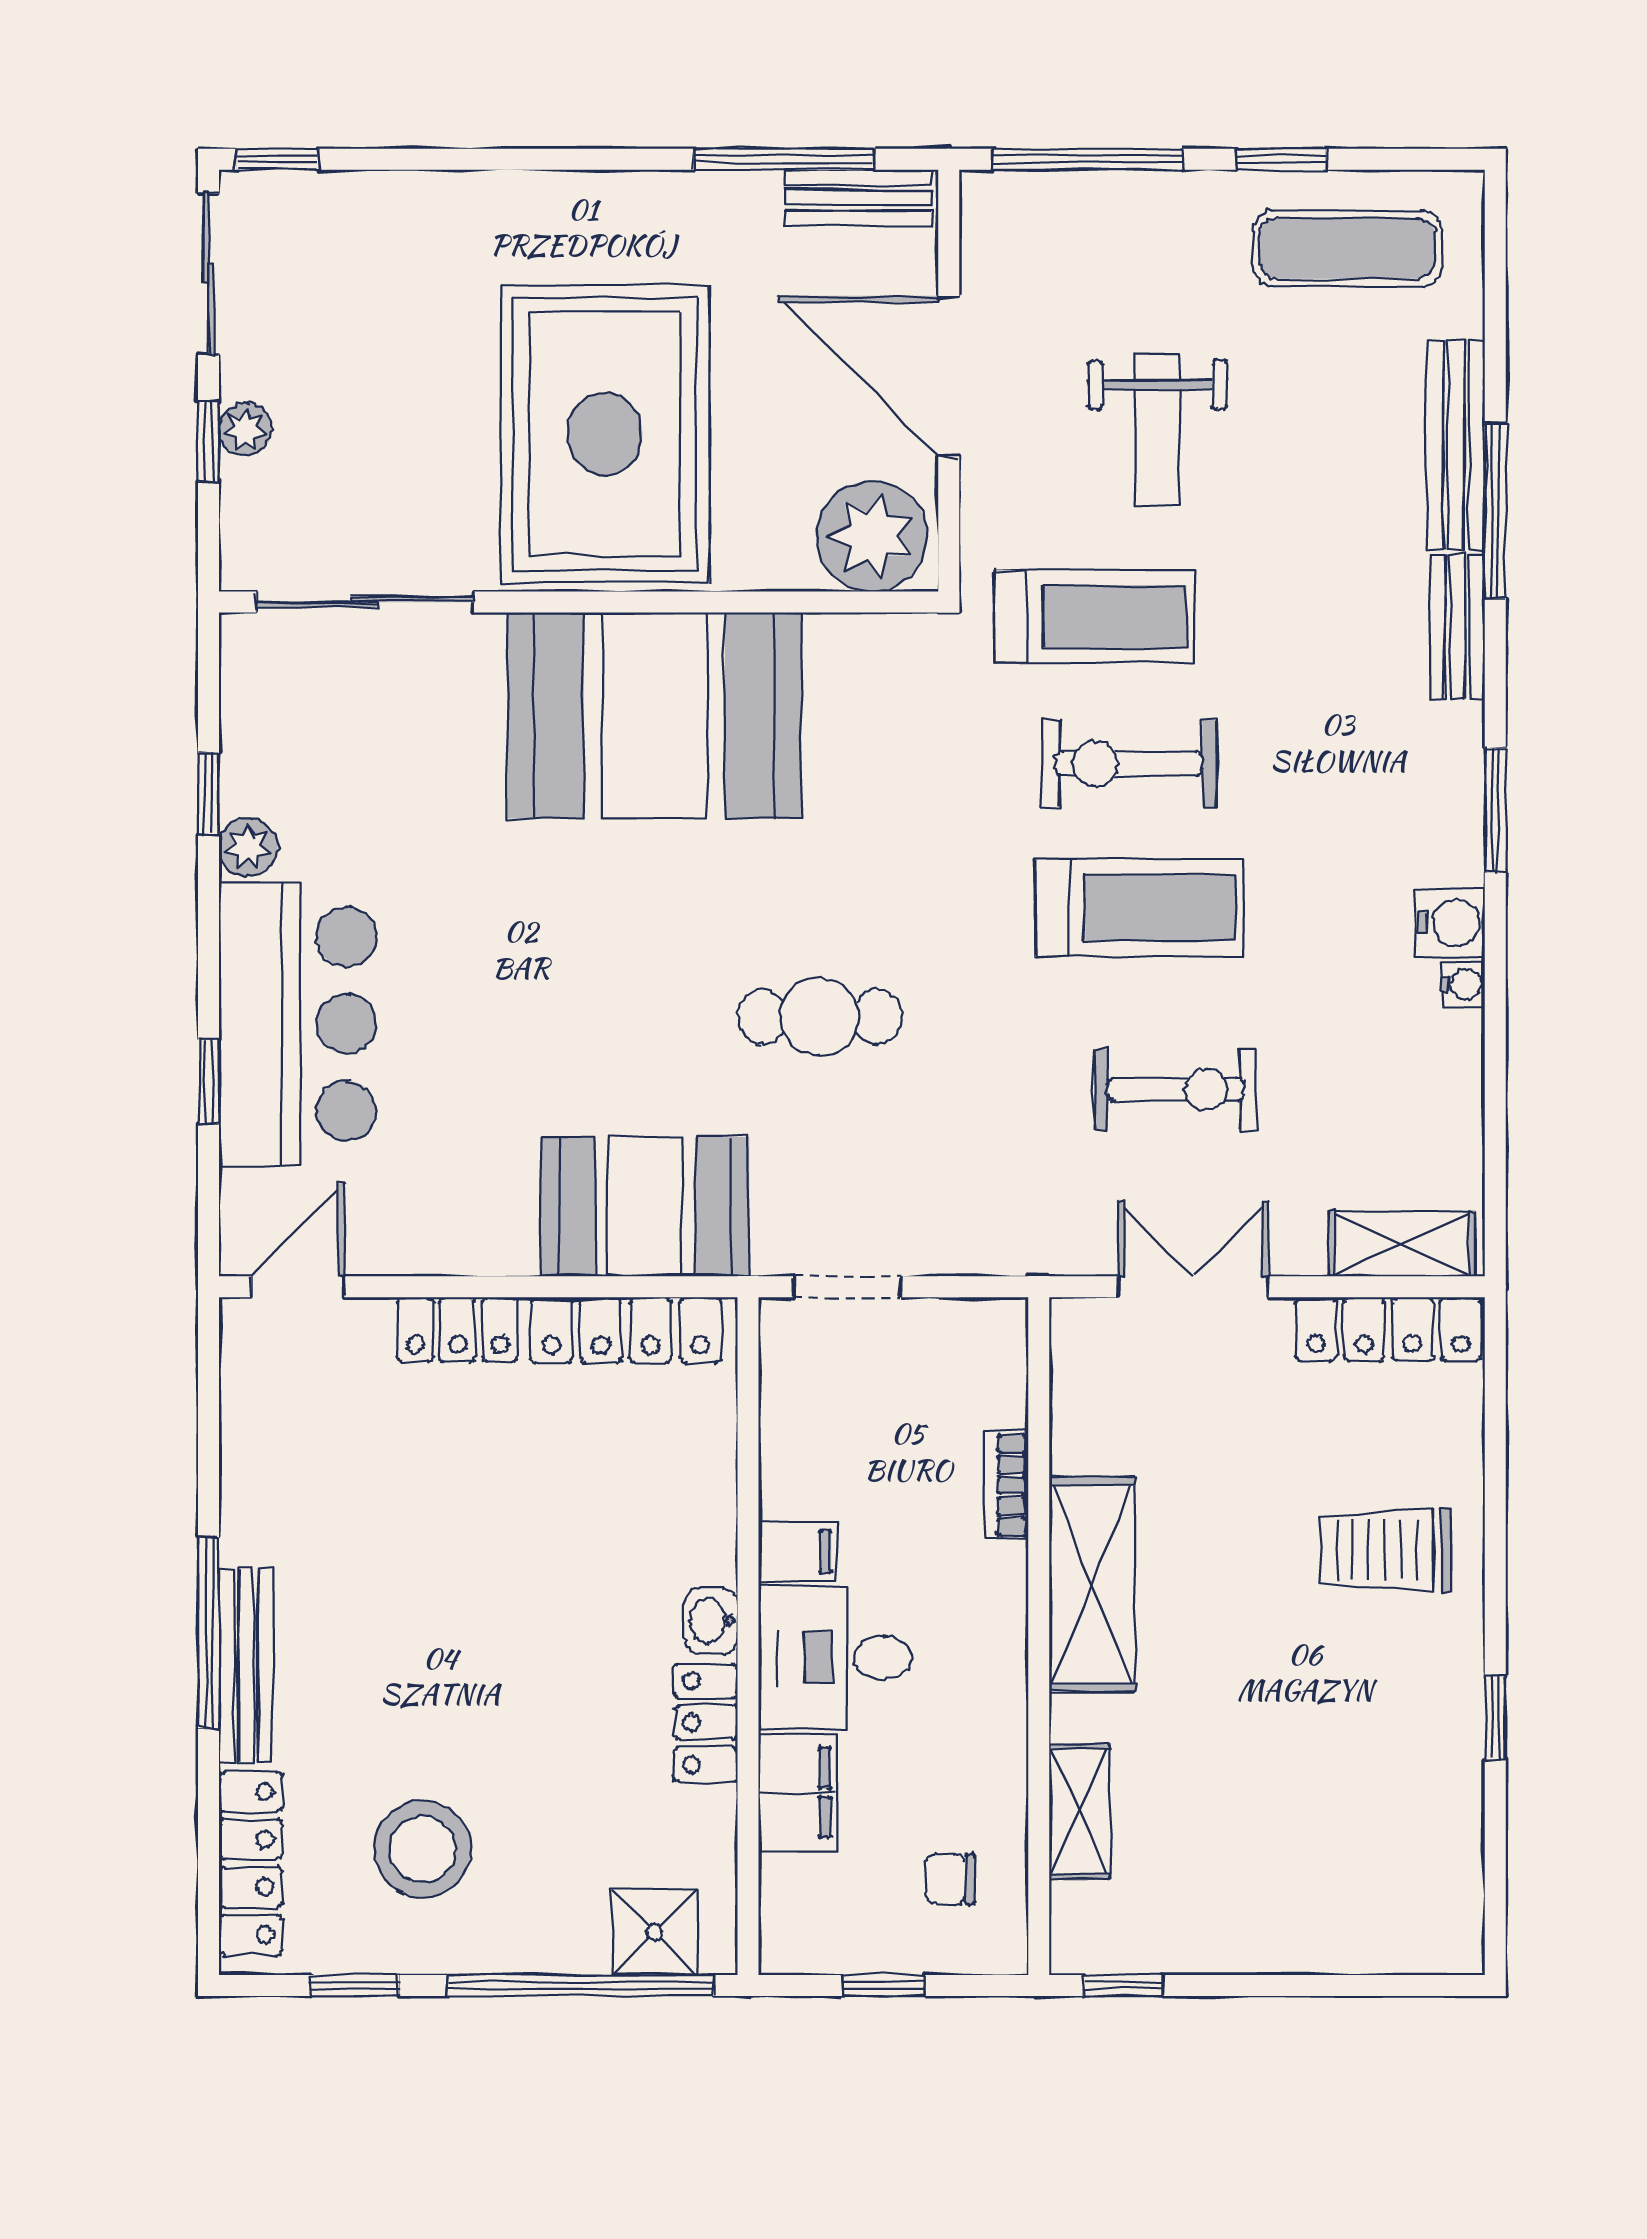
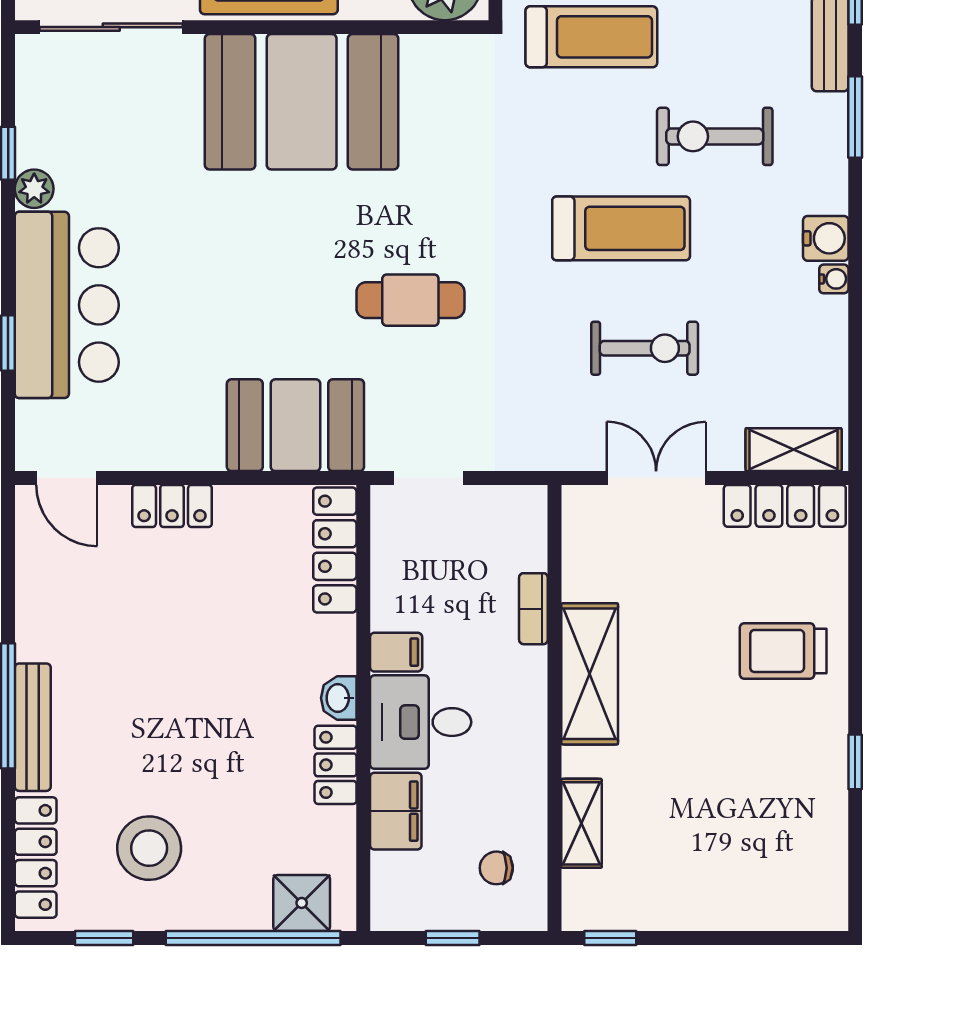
exercise bike: (1129, 764) -> (715, 136), moved
window: (1495, 810) -> (855, 117), moved
door: (298, 1287) -> (67, 478), swing flipped
locker: (626, 1330) -> (335, 550), moved, turned 90

